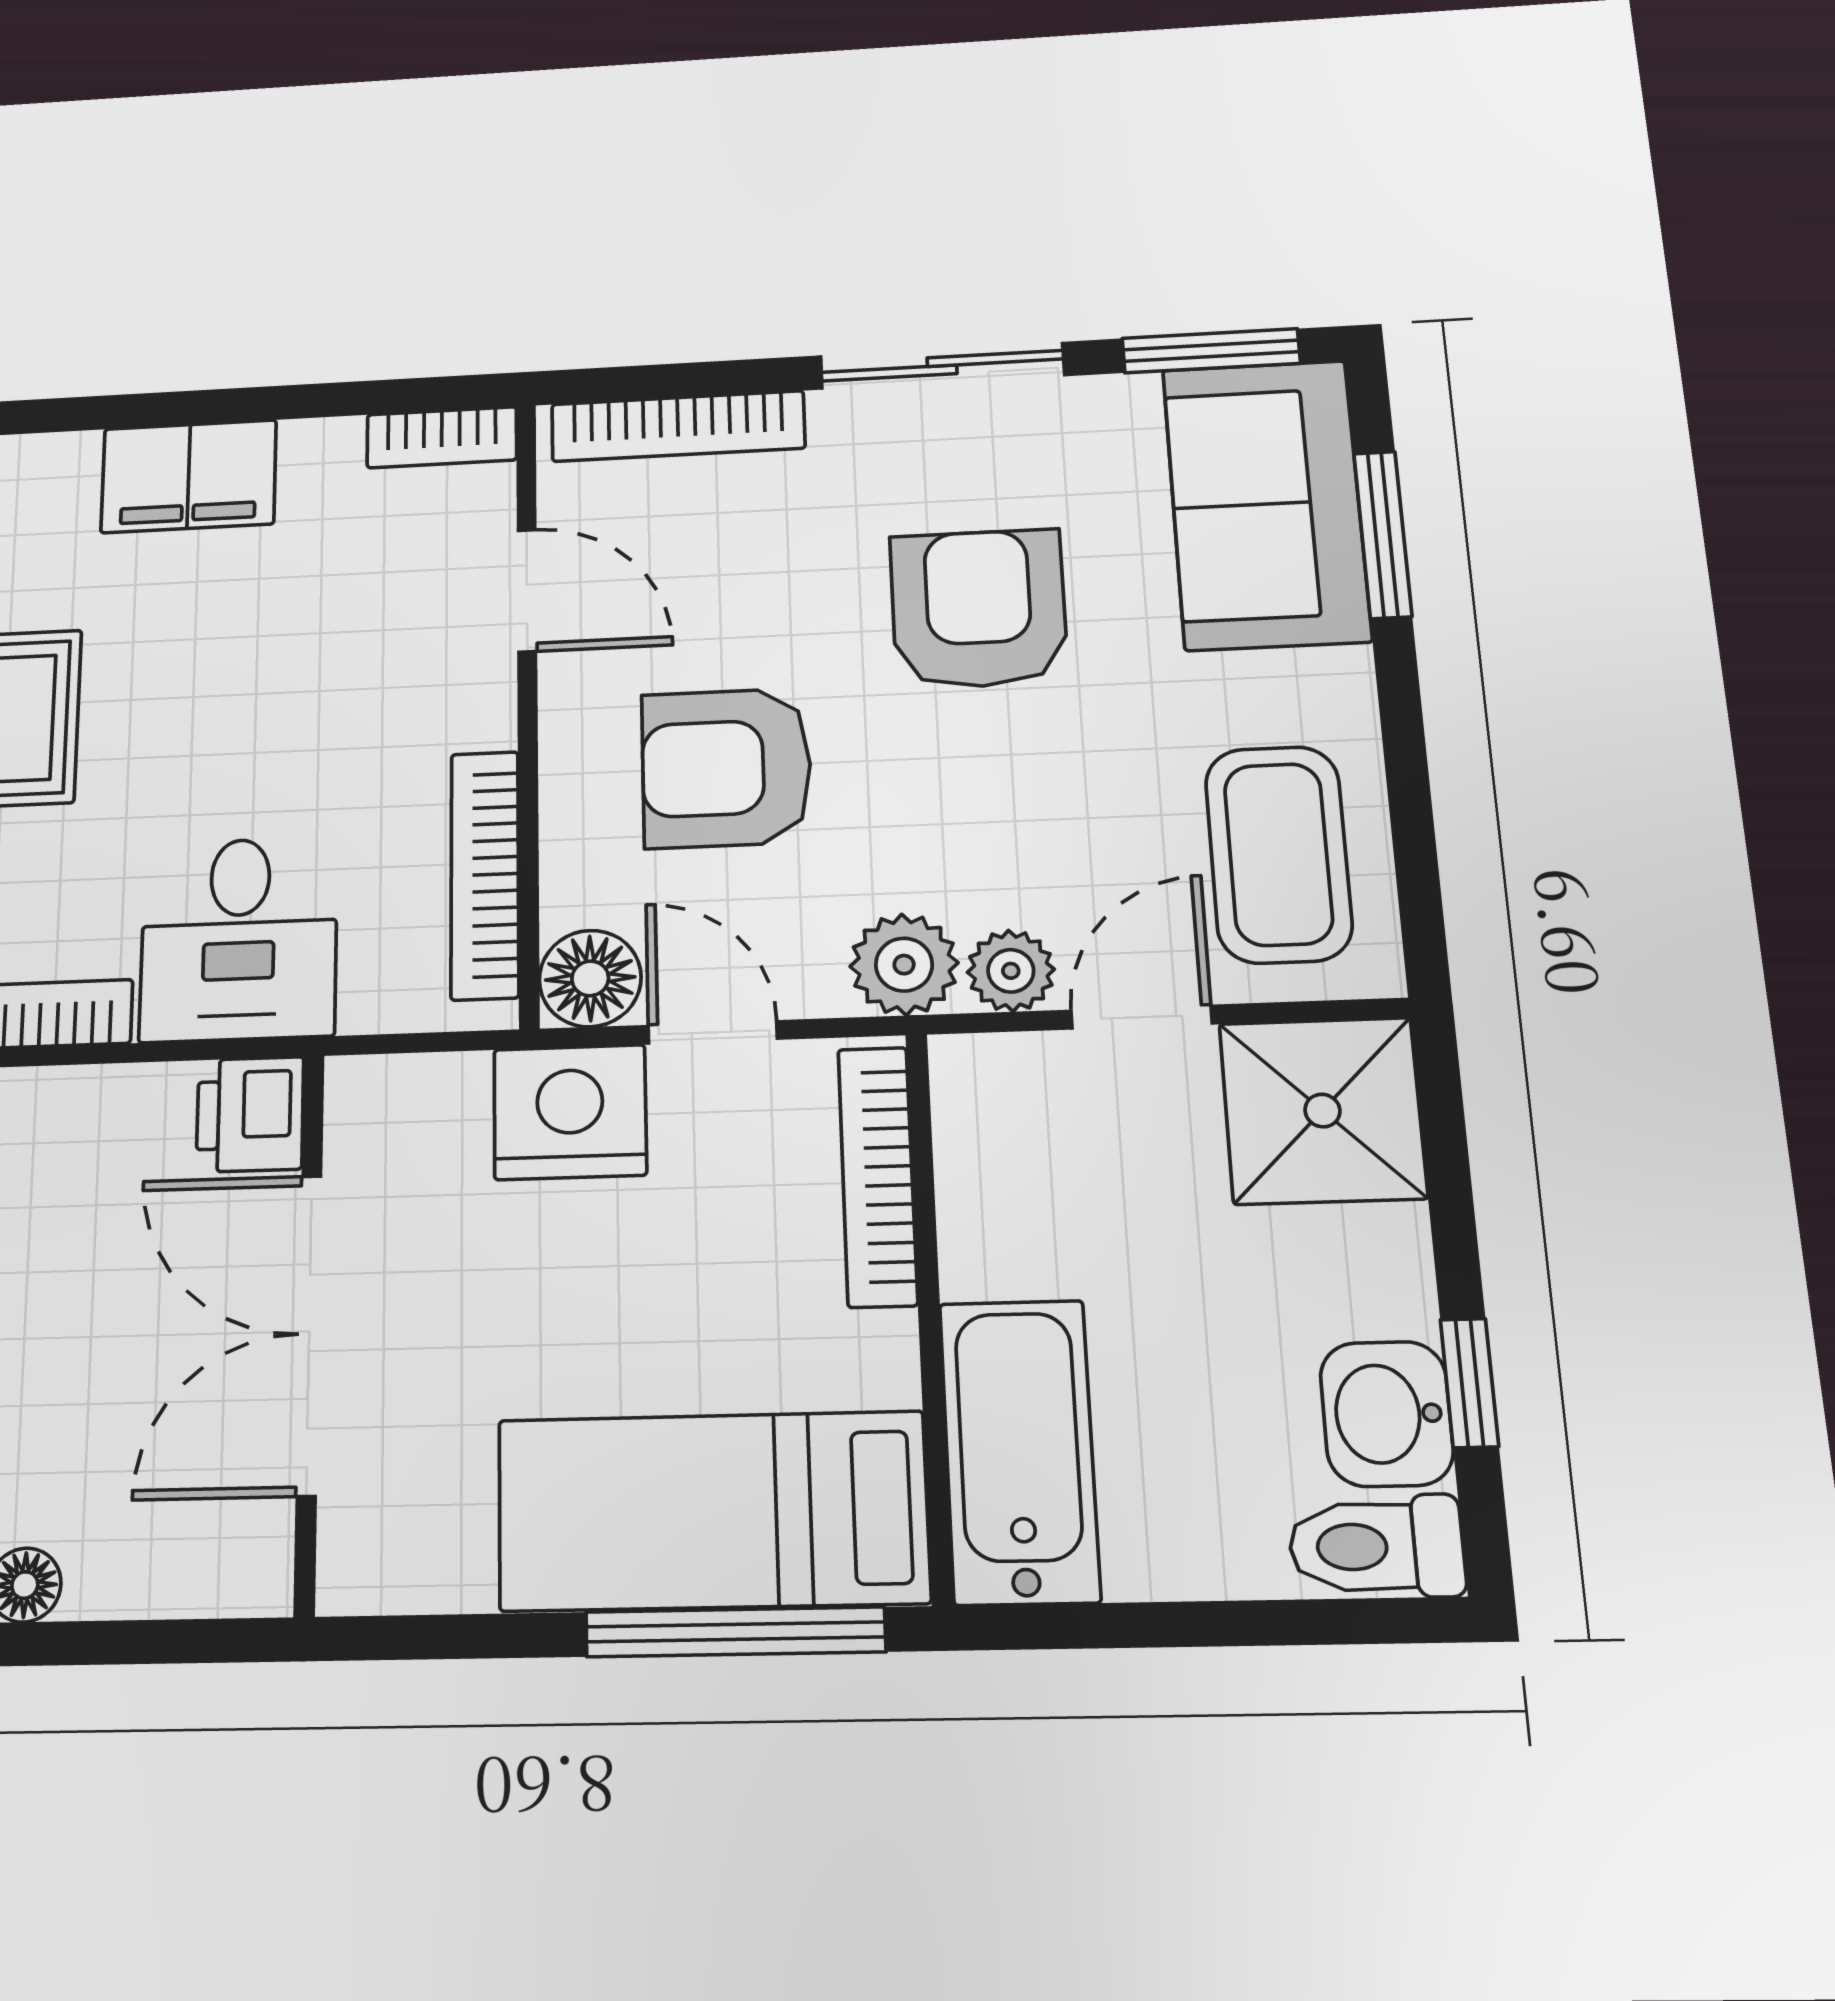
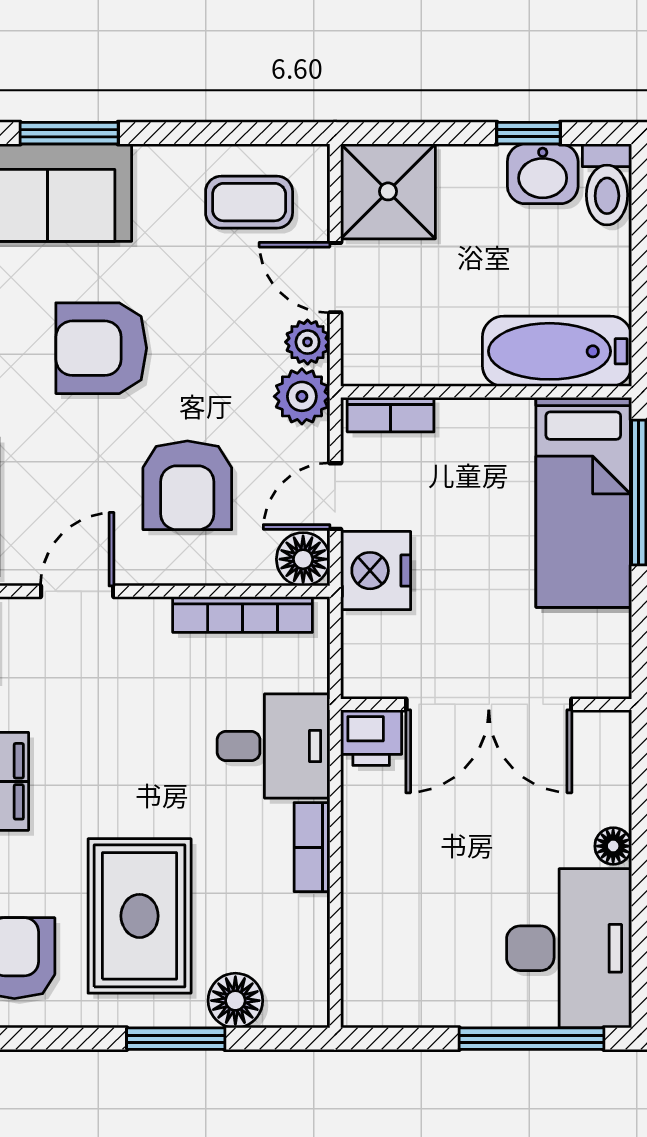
coffee table: (1278, 854) -> (249, 202), width x0.73, depth x0.77
bookcase: (877, 1176) -> (391, 415), width x0.64

